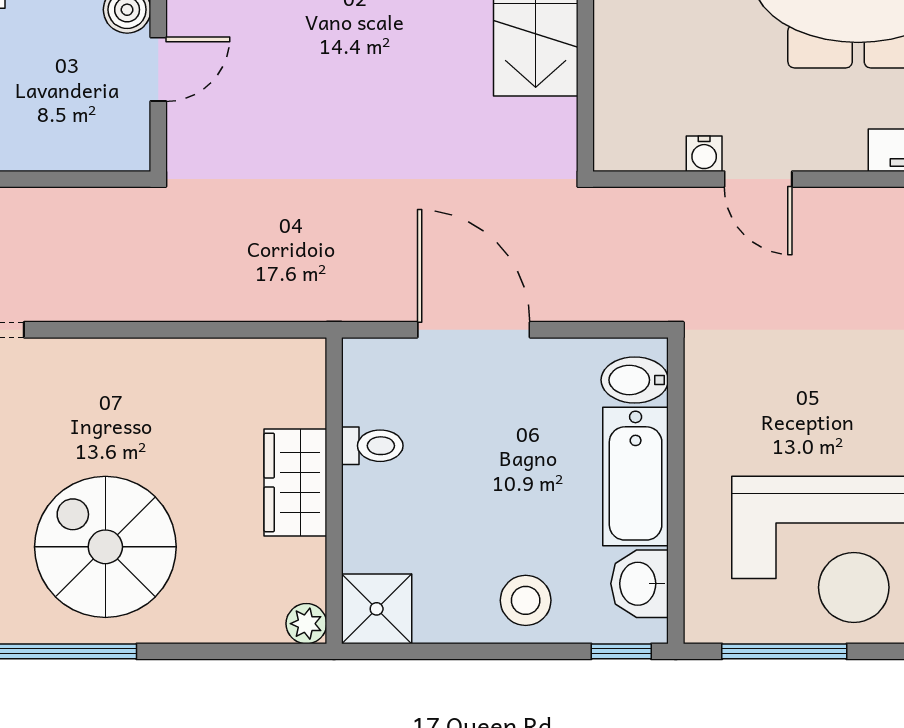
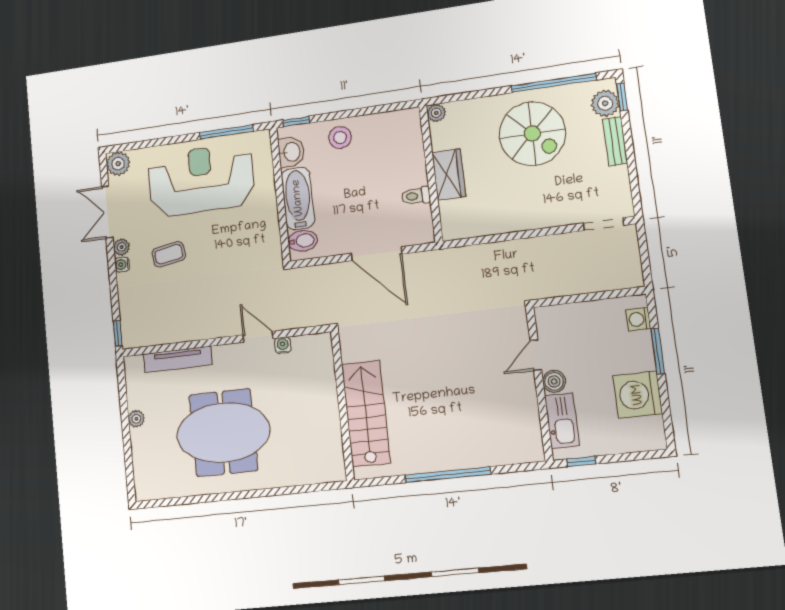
shower: (377, 609) -> (406, 124), removed

